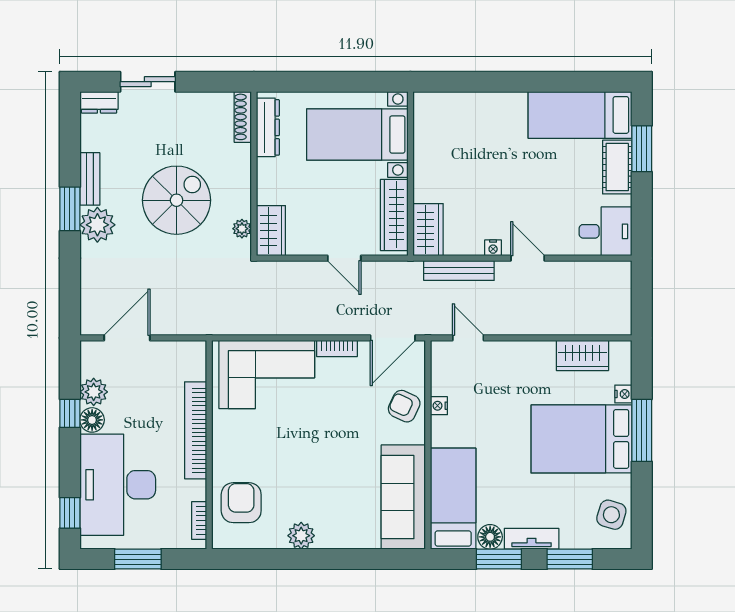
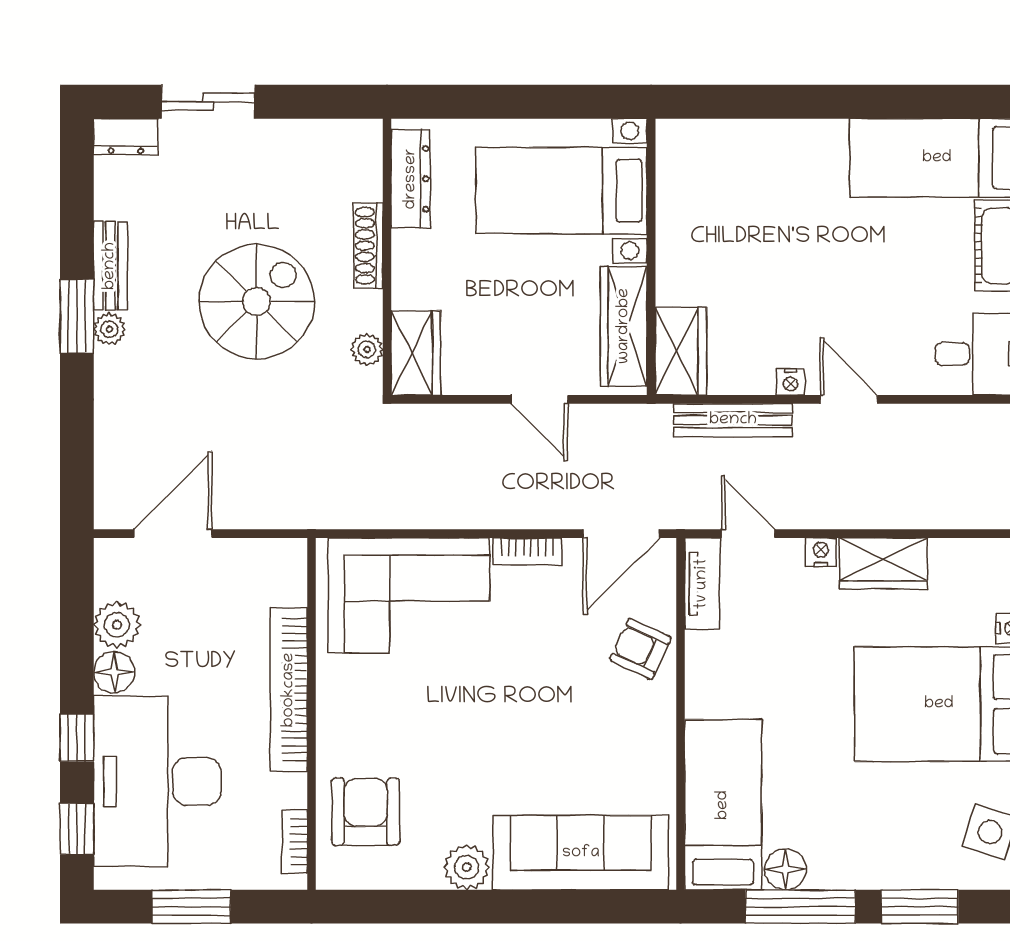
shoe rack: (243, 117) -> (368, 246), moved
plant: (97, 225) -> (109, 329), width x0.53, depth x0.53
wardrobe: (582, 355) -> (883, 563), moved
nightstand: (439, 406) -> (821, 552), moved, turned 90
window: (70, 413) -> (77, 738), moved
sofa: (403, 497) -> (581, 853), moved, turned 90
tv unit: (532, 539) -> (702, 584), moved, turned 90
window: (499, 559) -> (800, 907), width x1.44

